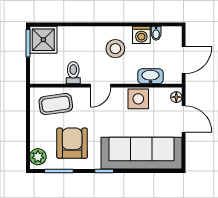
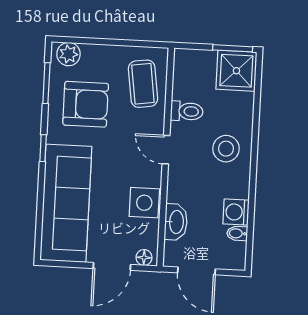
stool: (115, 49) -> (226, 149), moved

